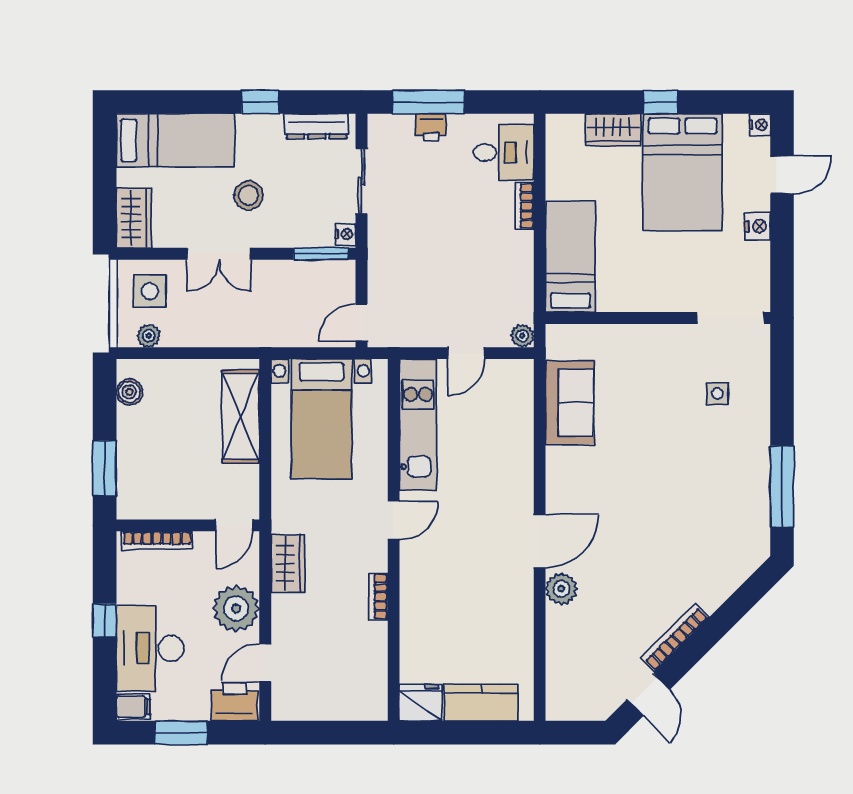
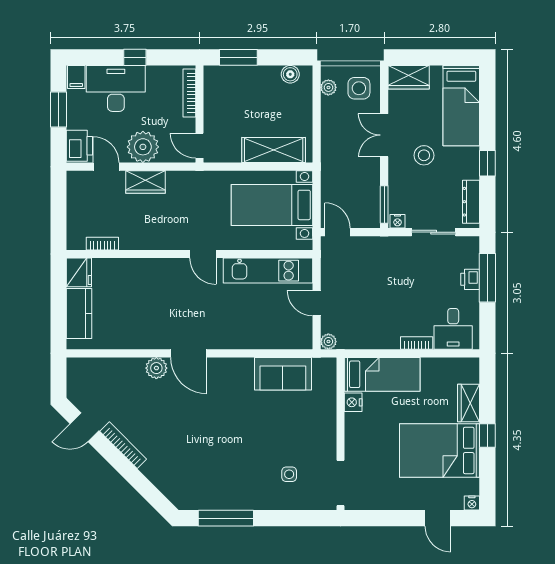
nightstand: (758, 226) -> (353, 402), moved, turned 90
wardrobe: (288, 564) -> (146, 182), moved
bookcase: (378, 597) -> (102, 244), moved

